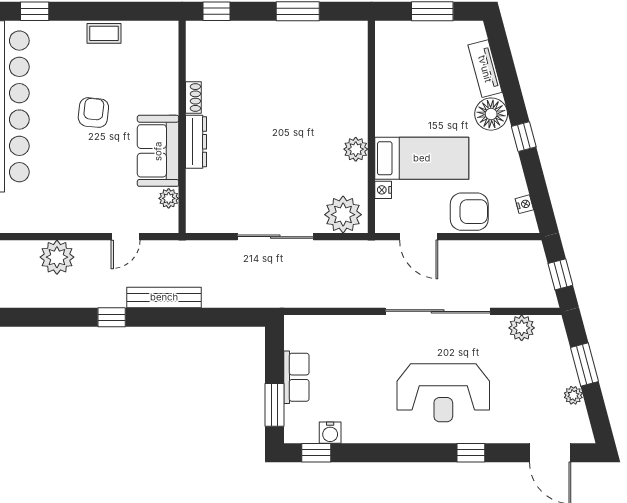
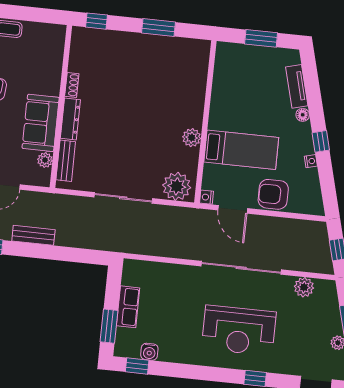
floor lamp: (491, 114) -> (303, 115), width x0.53, depth x0.53
nightstand: (383, 190) -> (206, 197), moved
bench: (196, 196) -> (66, 161), added
nightstand: (524, 204) -> (311, 161), moved
armchair: (469, 212) -> (273, 194), turned 180
bench: (164, 297) -> (33, 235), width x0.73

